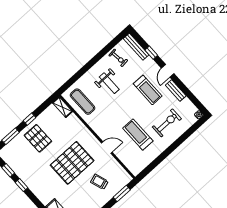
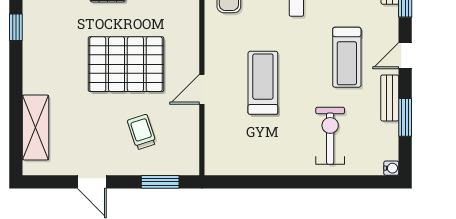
window: (187, 92) -> (405, 117), added
exercise bike: (167, 123) -> (330, 136), turned -90
treadmill: (138, 135) -> (263, 83), moved
door: (107, 147) -> (202, 89), swing flipped

